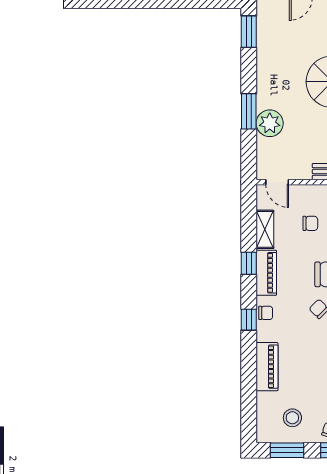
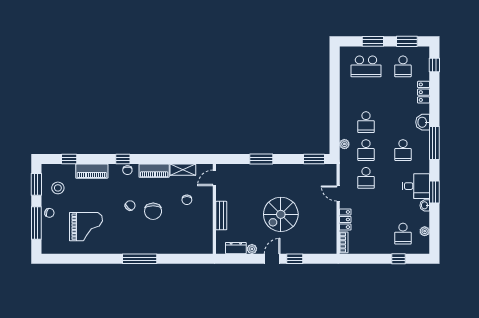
plant: (270, 123) -> (253, 173), removed
window: (249, 263) -> (69, 159), moved

